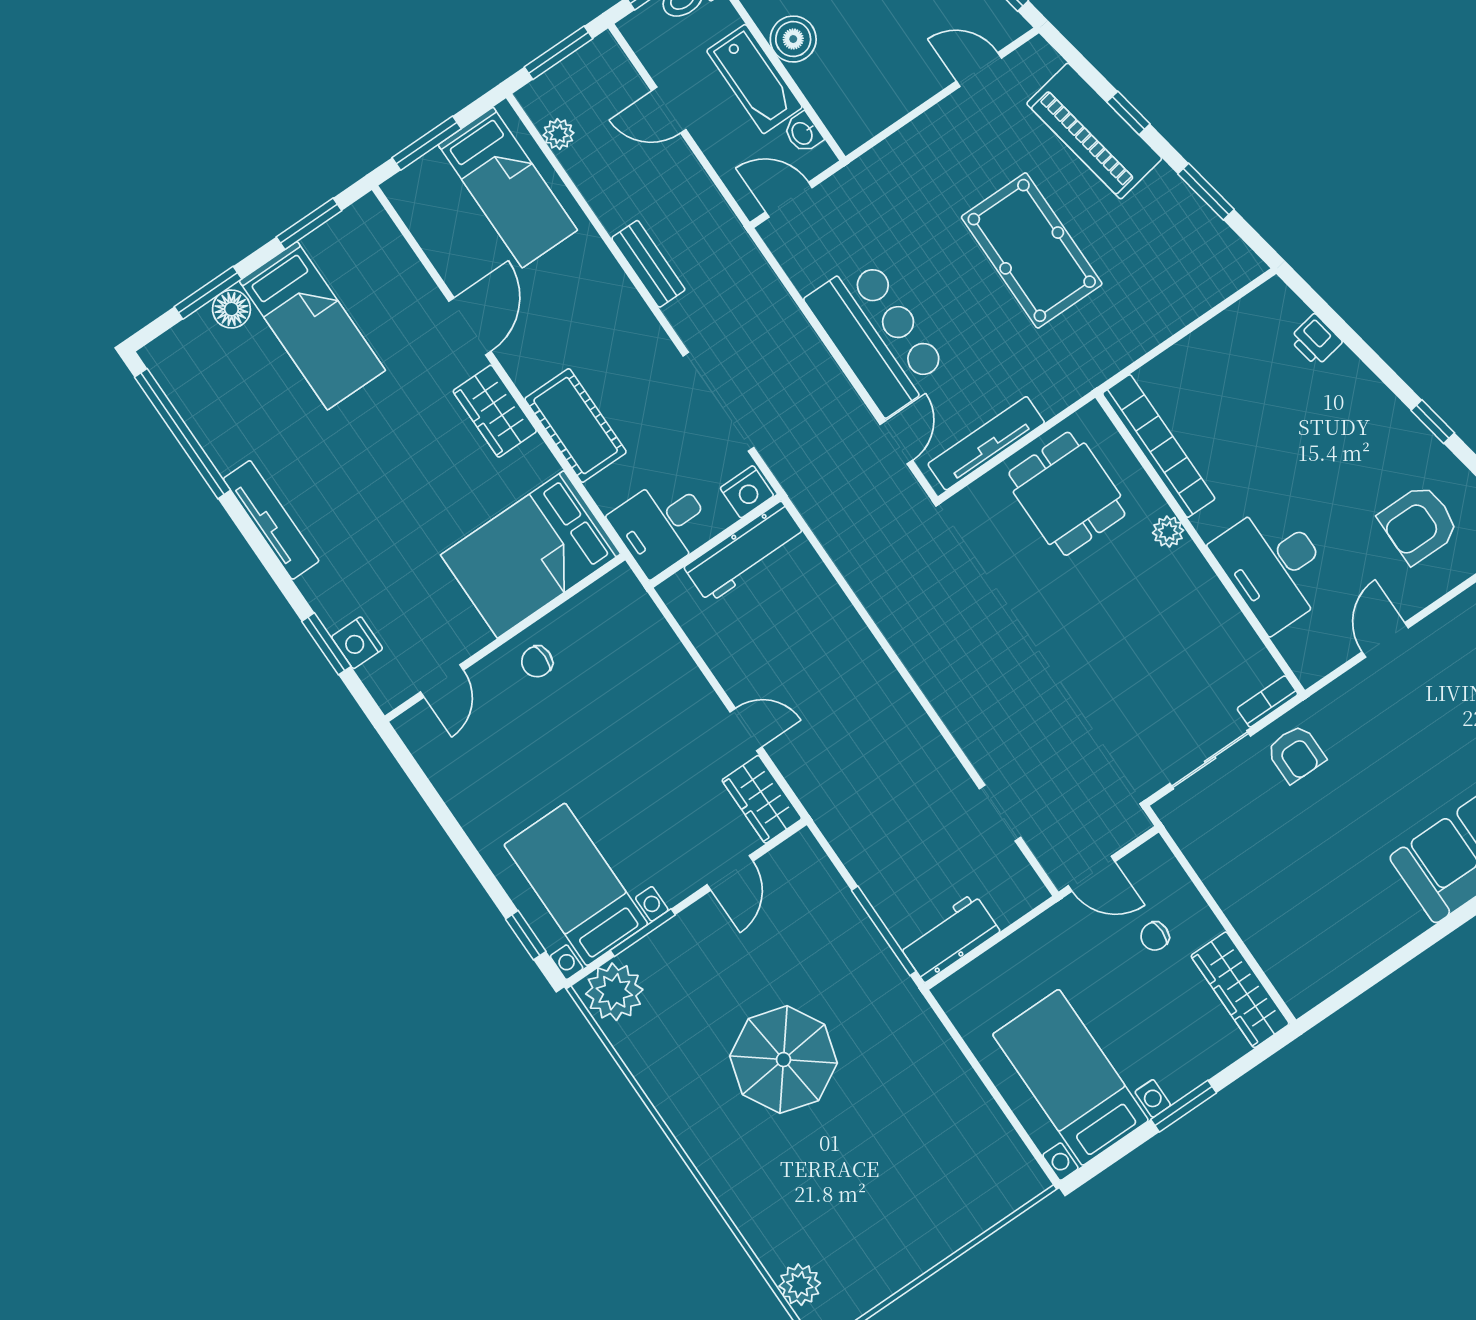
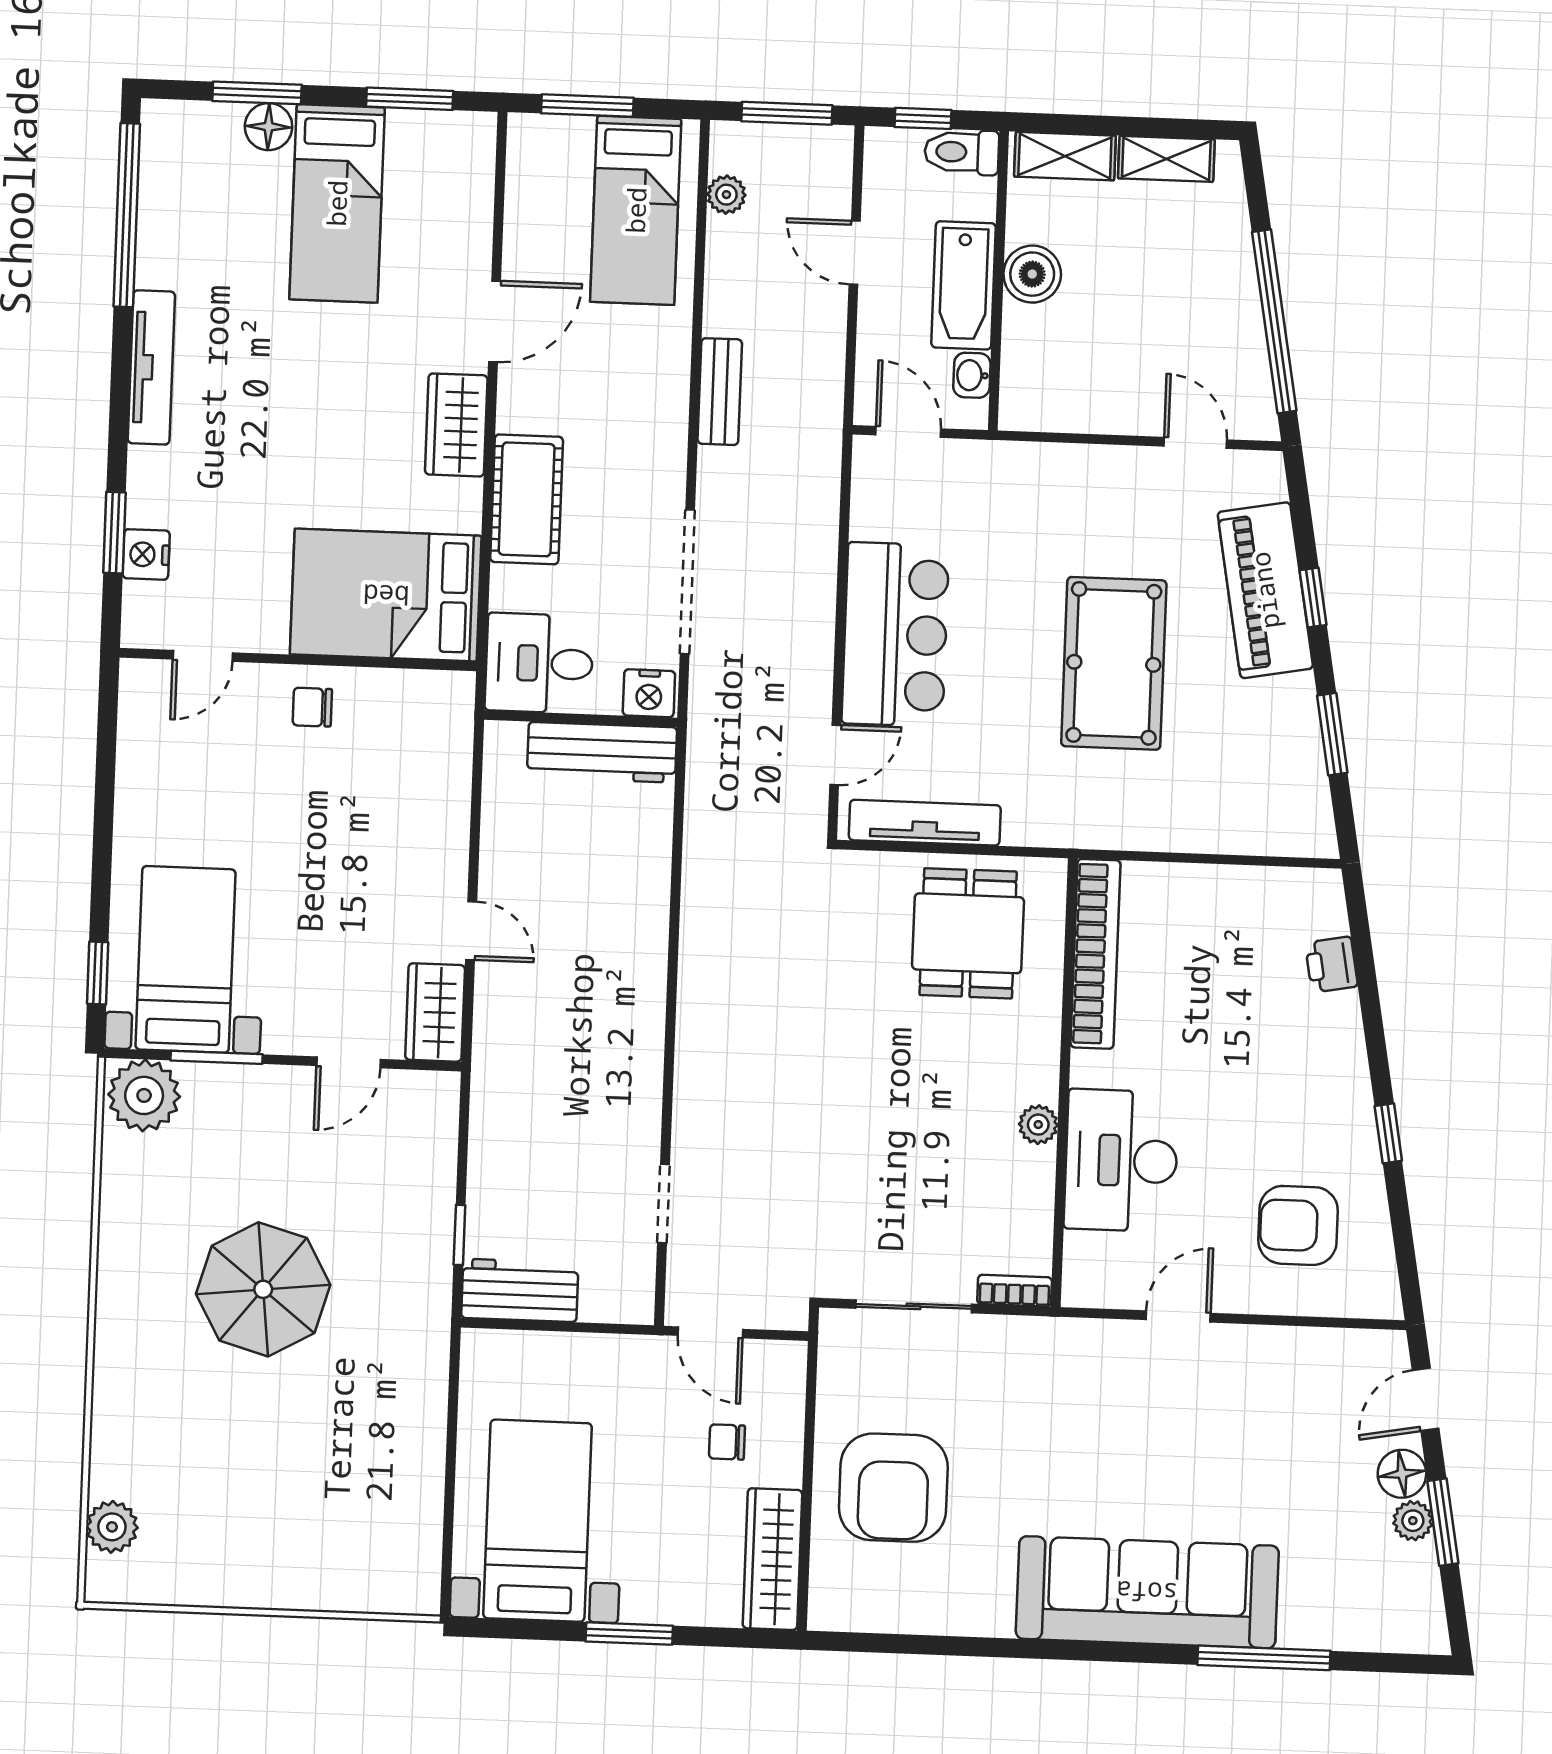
plant: (1168, 532) -> (1038, 1125), moved
armchair: (1296, 754) -> (893, 1488), moved, width x1.88, depth x1.88
window: (884, 931) -> (459, 1235), width x0.46

